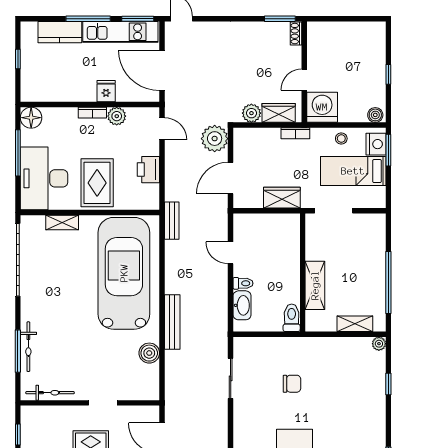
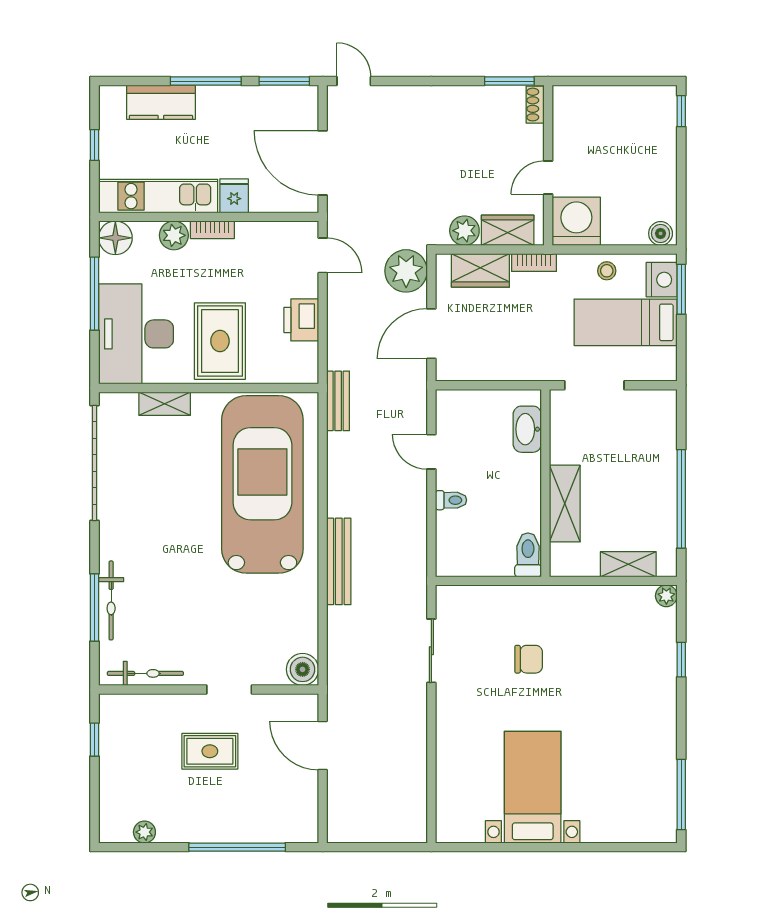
kitchen unit: (120, 32) -> (158, 196), moved, turned 180
window: (388, 74) -> (681, 111), moved
plant: (117, 116) -> (174, 235), moved
wardrobe: (282, 198) -> (480, 270), moved, turned 180
washbasin: (242, 305) -> (527, 429), moved, turned 180
boiler: (149, 353) -> (303, 669), moved

